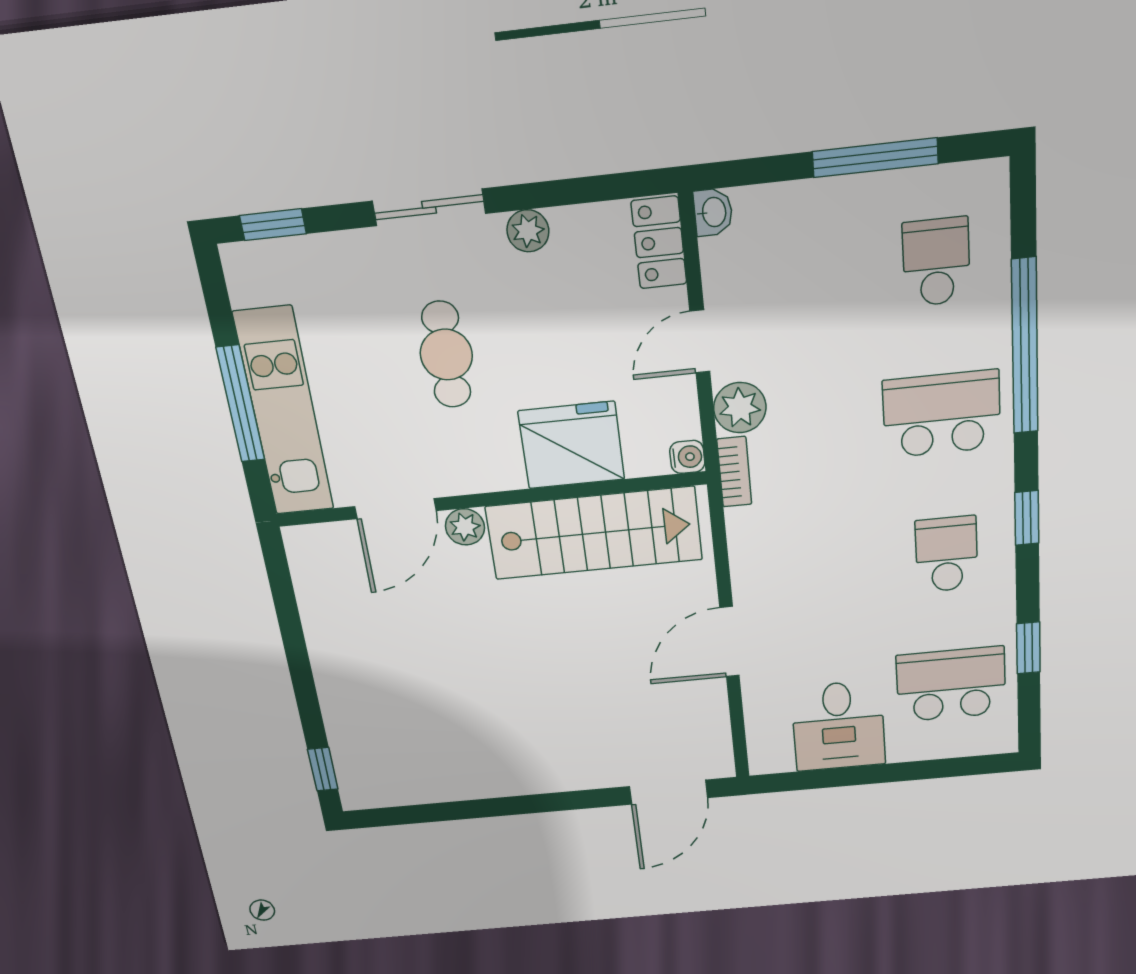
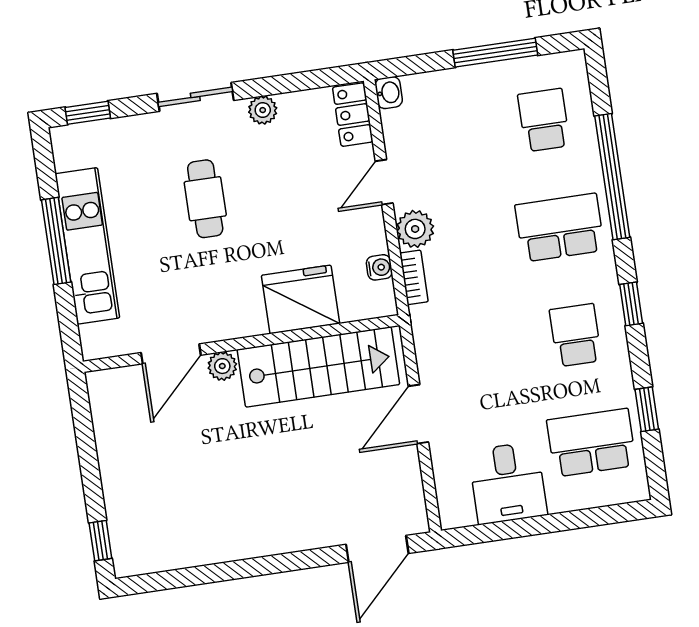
fridge: (572, 445) -> (300, 299), moved
wall: (490, 499) -> (241, 343), moved
door: (395, 509) -> (171, 354), moved
plant: (465, 527) -> (222, 366), moved
stairs: (594, 533) -> (318, 367), moved

